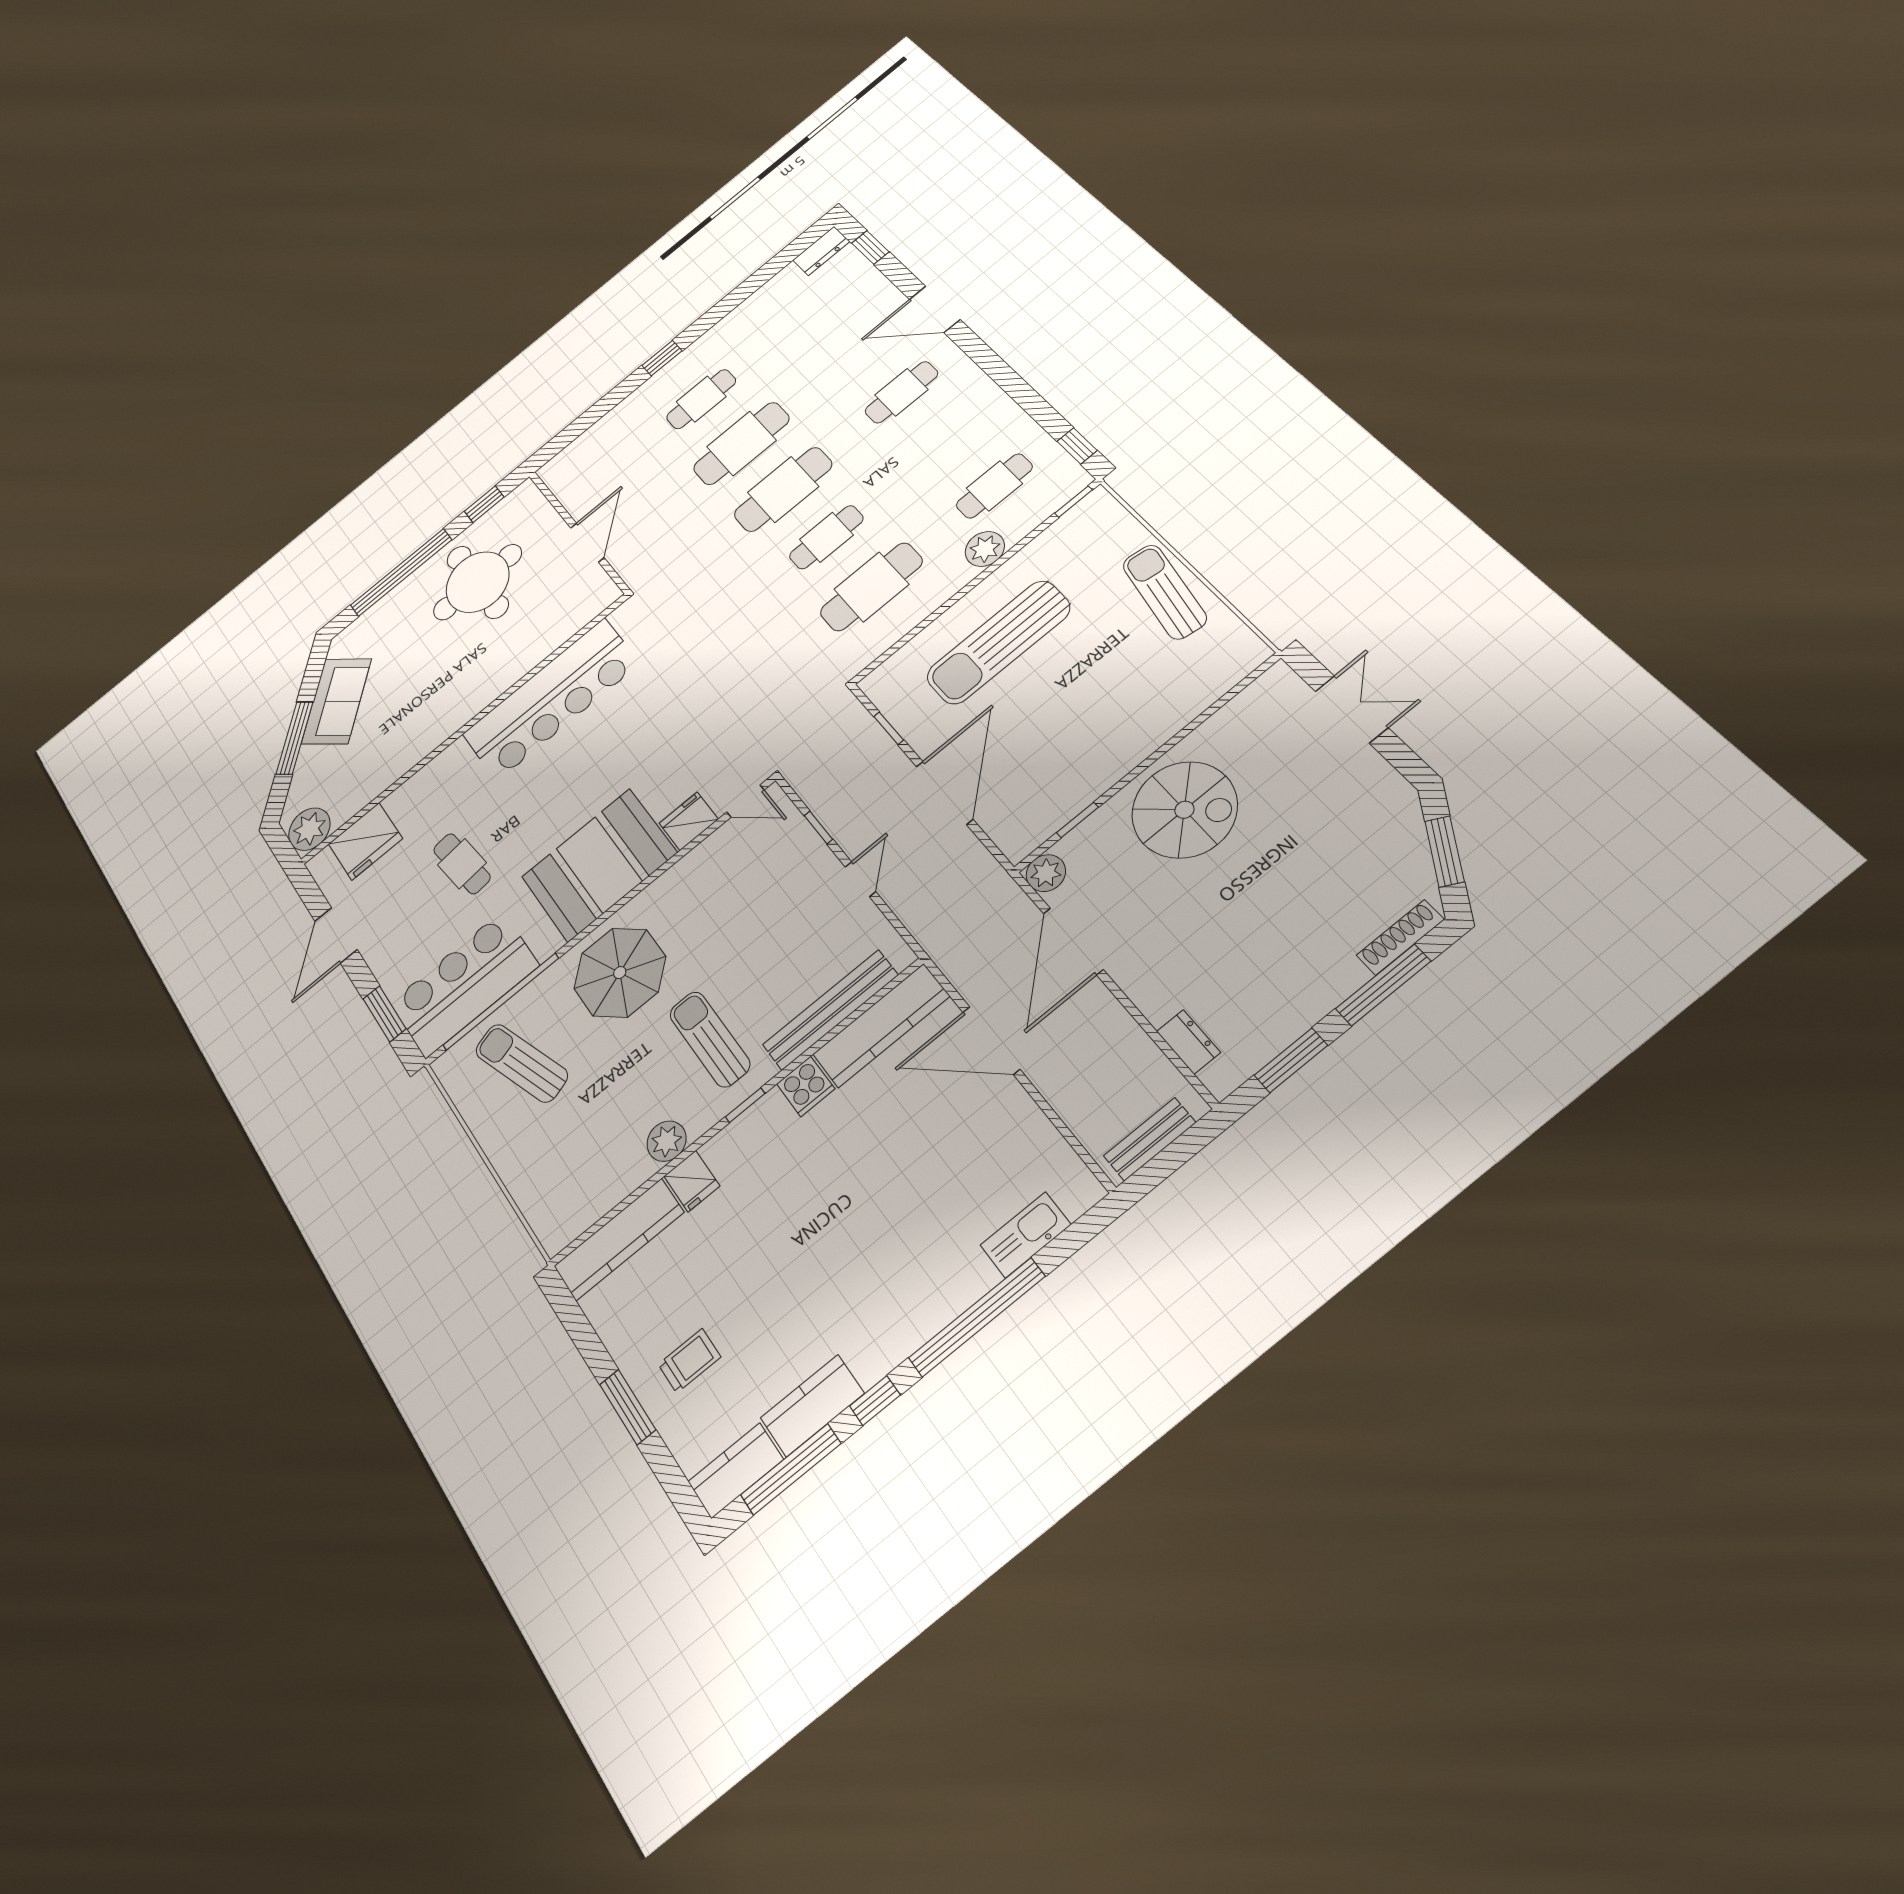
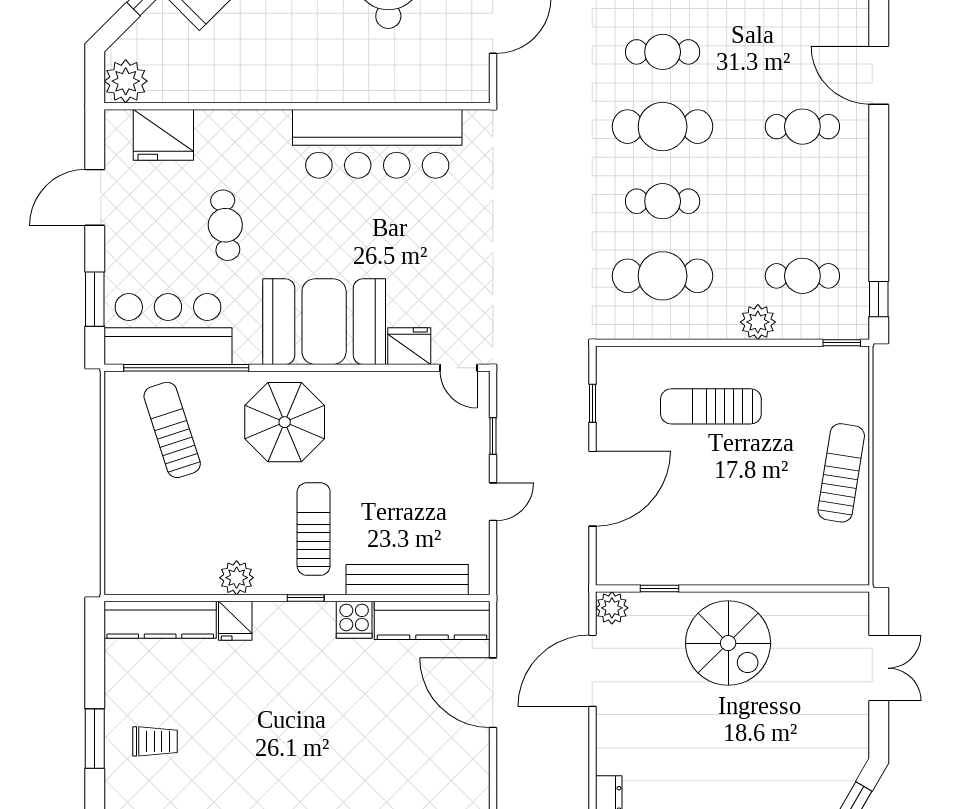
cafe table: (741, 443) -> (663, 52), width x0.73, depth x0.74
sun lounger: (998, 642) -> (711, 406), width x0.73, depth x0.75

